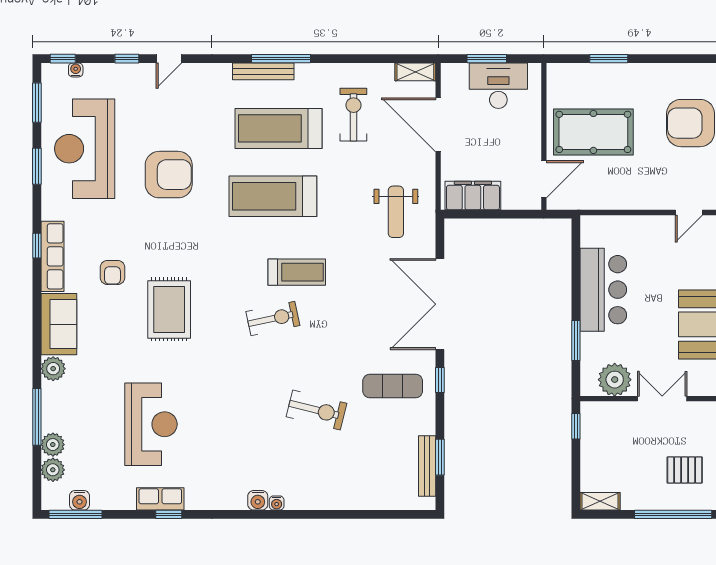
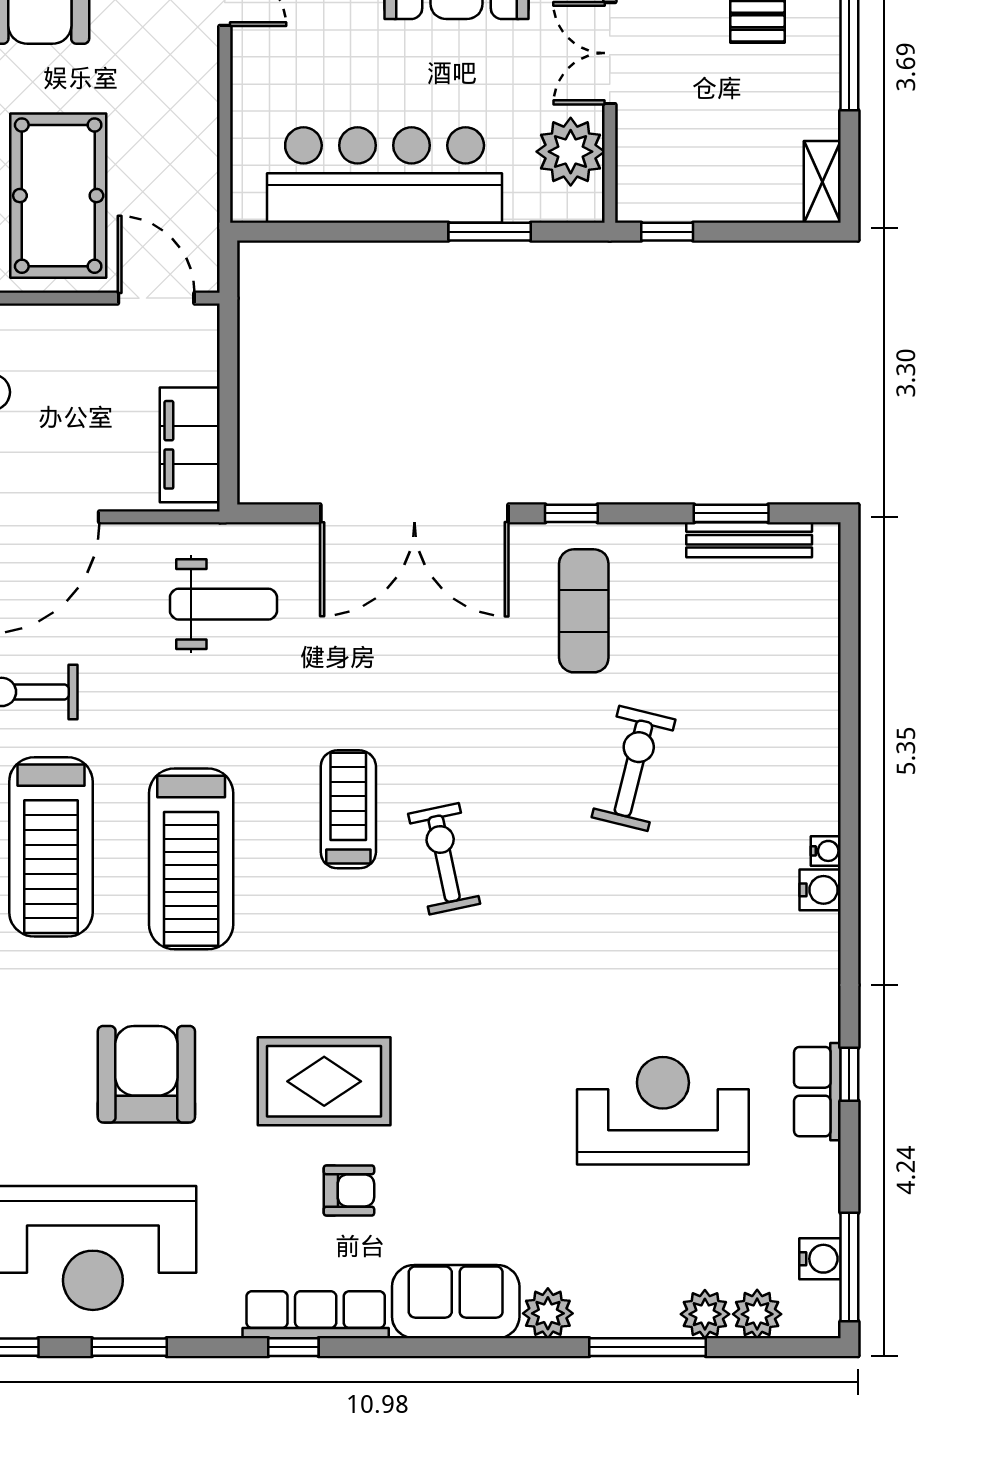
bar counter: (603, 290) -> (385, 175), width x1.36
rug: (169, 309) -> (324, 1081), moved

